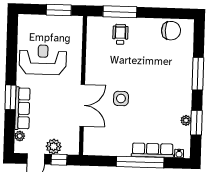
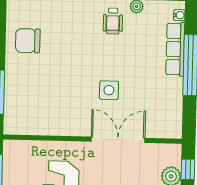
chair: (171, 31) -> (28, 41), moved, turned -90
wheelchair: (120, 34) -> (113, 21), moved, turned -90

